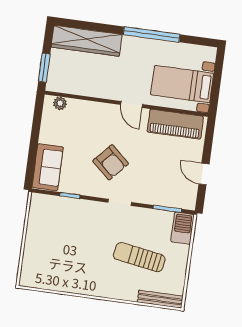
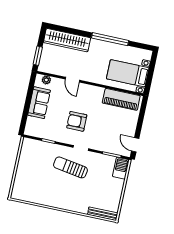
door: (132, 104) -> (72, 80), moved
armchair: (111, 162) -> (77, 121), turned 138
sofa: (48, 167) -> (39, 103), moved
door: (204, 174) -> (135, 145), moved
sun lounger: (139, 257) -> (70, 167), moved

